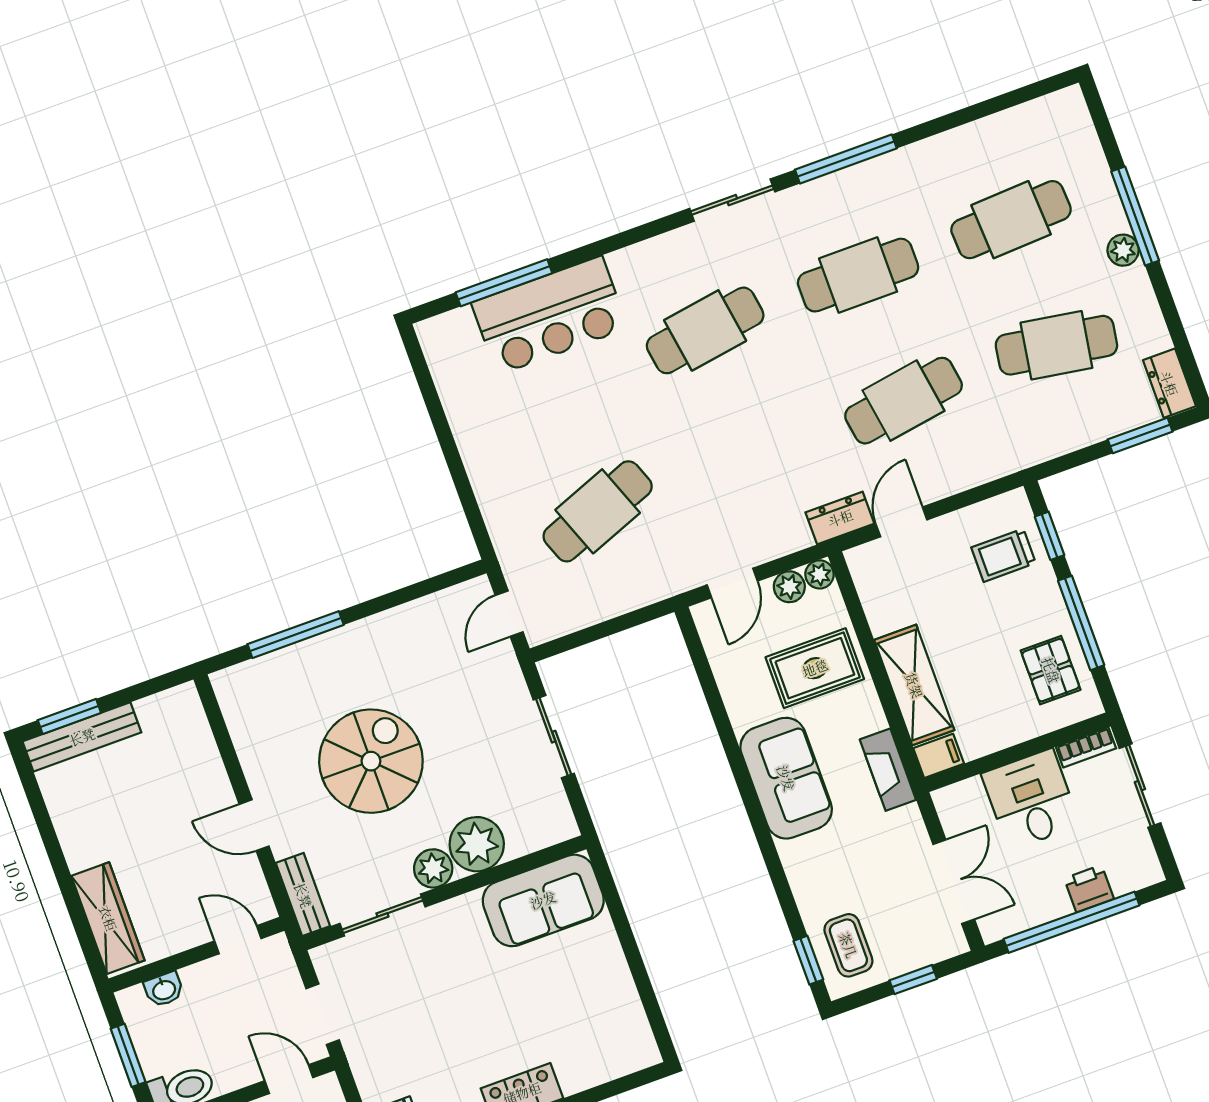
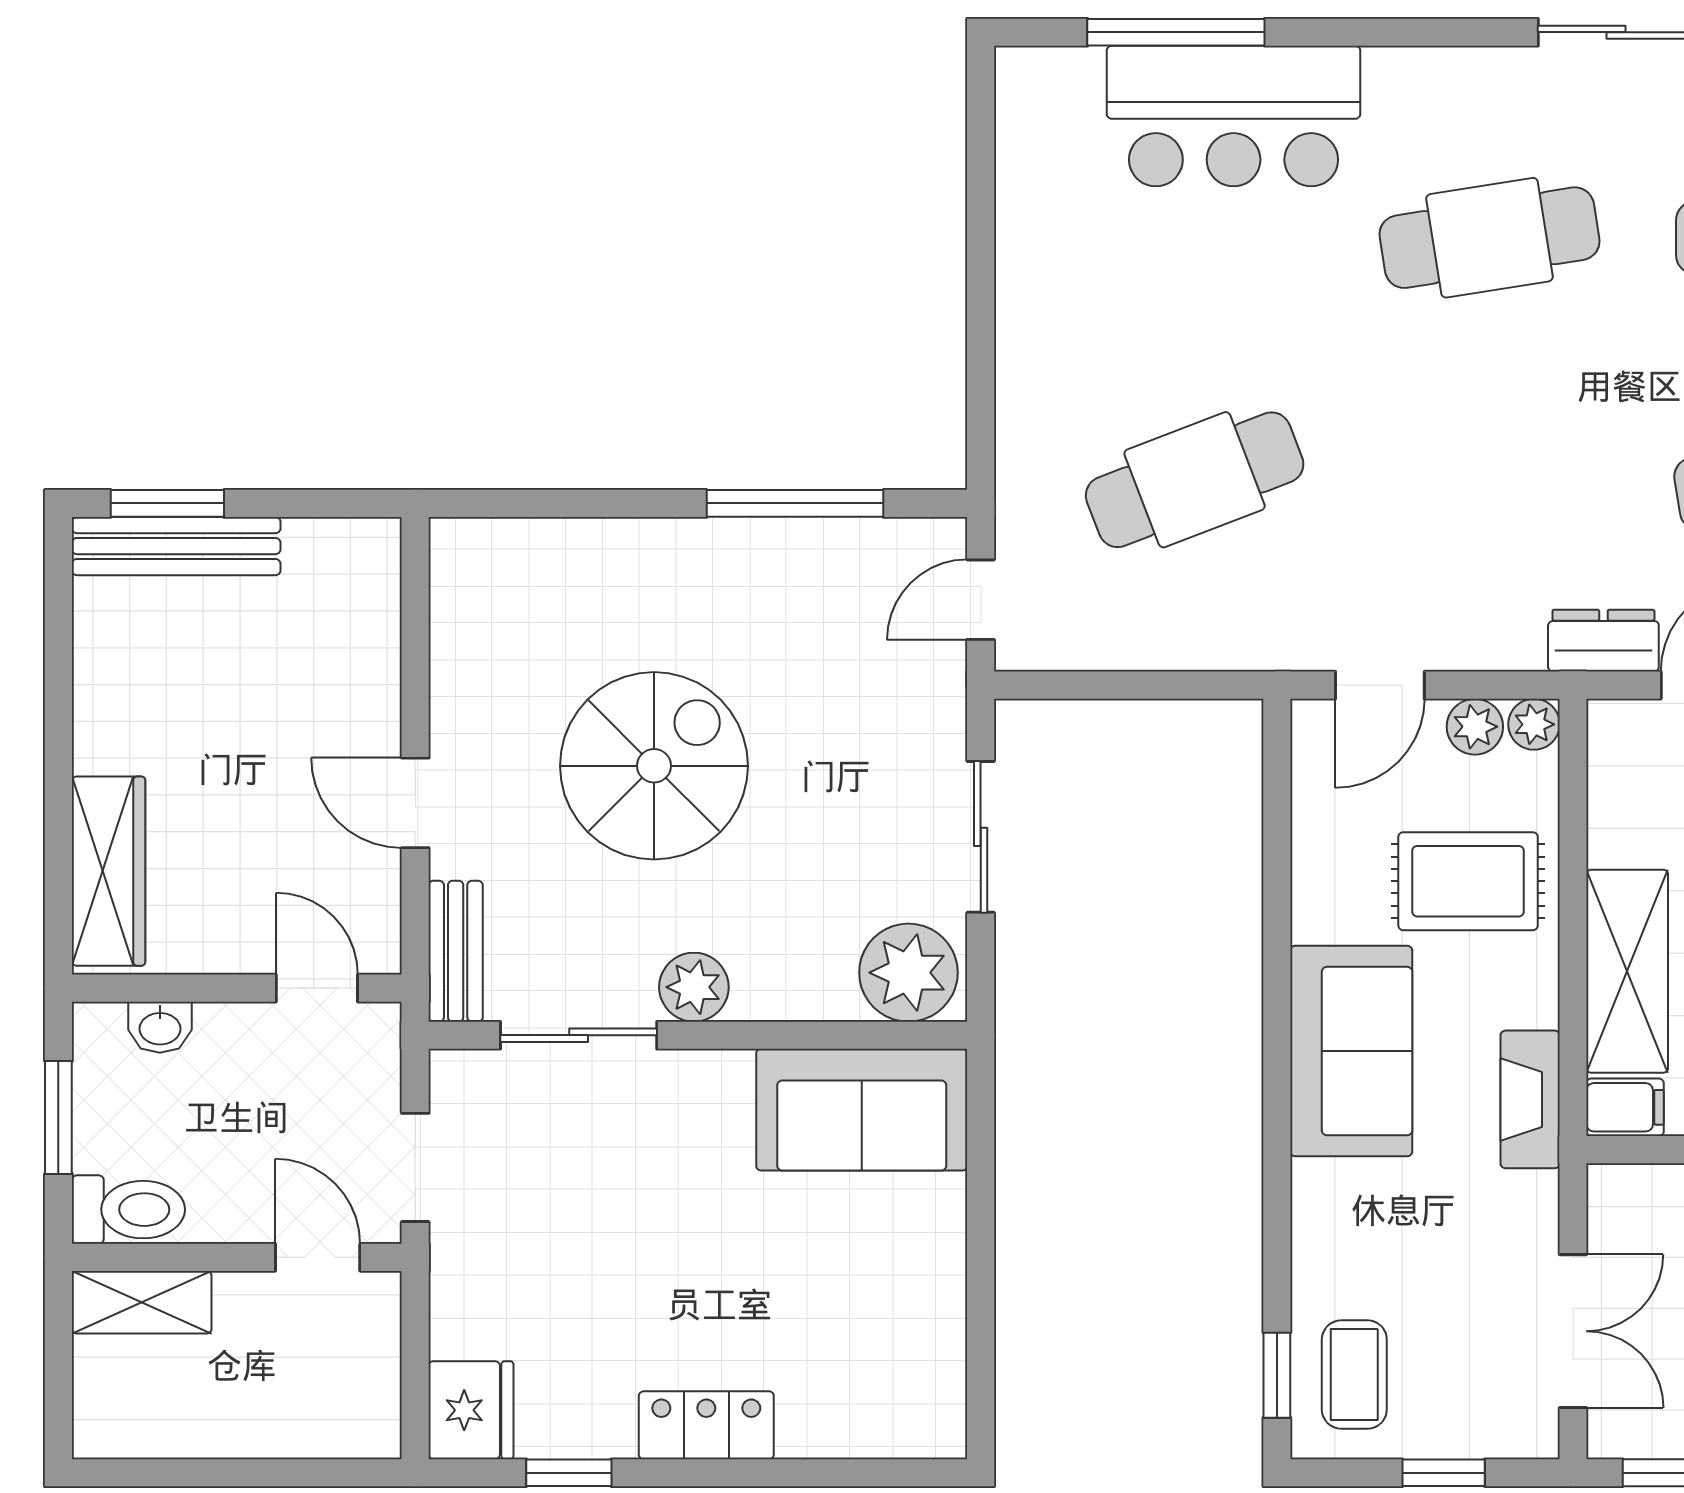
window: (296, 635) -> (795, 503), moved
plant: (477, 844) -> (908, 973), moved

